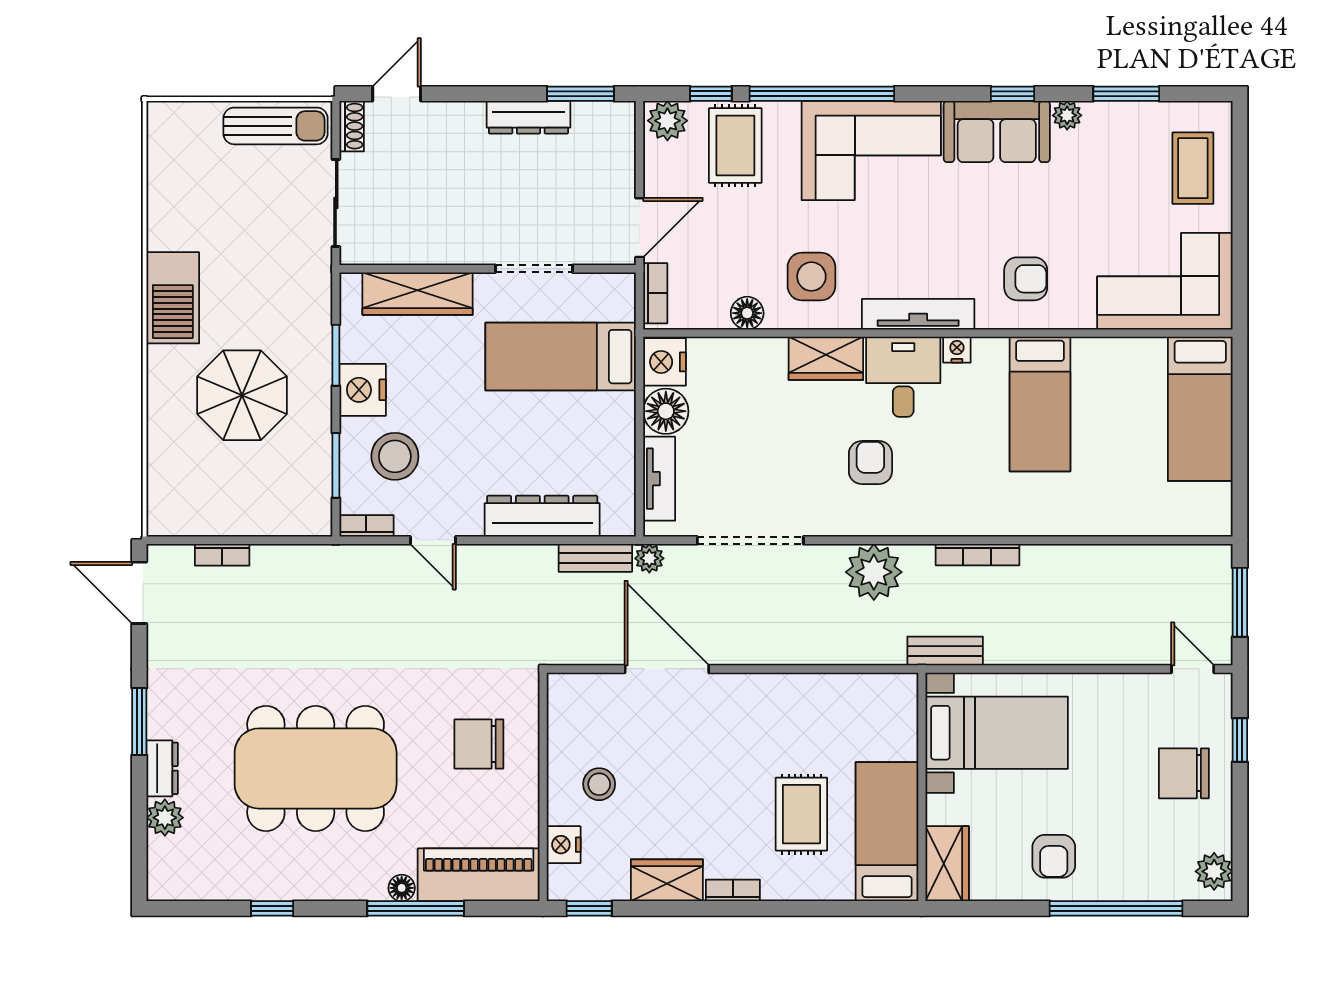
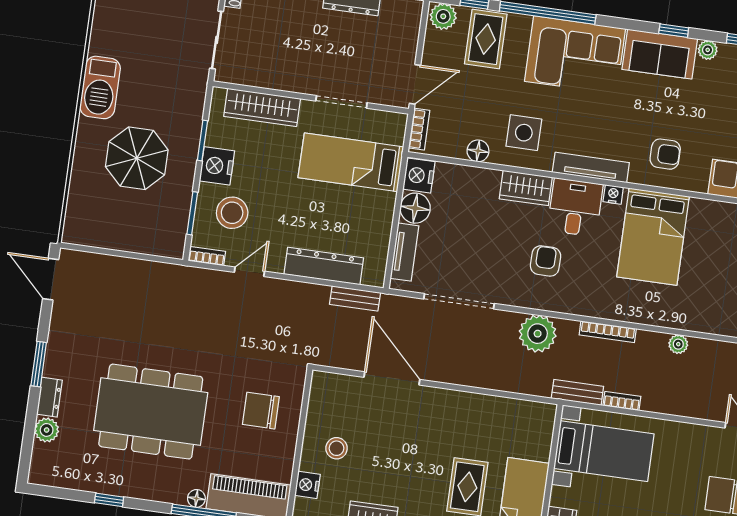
bed: (1040, 404) -> (653, 237), width x1.50
door: (433, 540) -> (249, 272), swing flipped
bookcase: (222, 555) -> (622, 401), moved, turned 180
plant: (649, 558) -> (678, 344), moved

